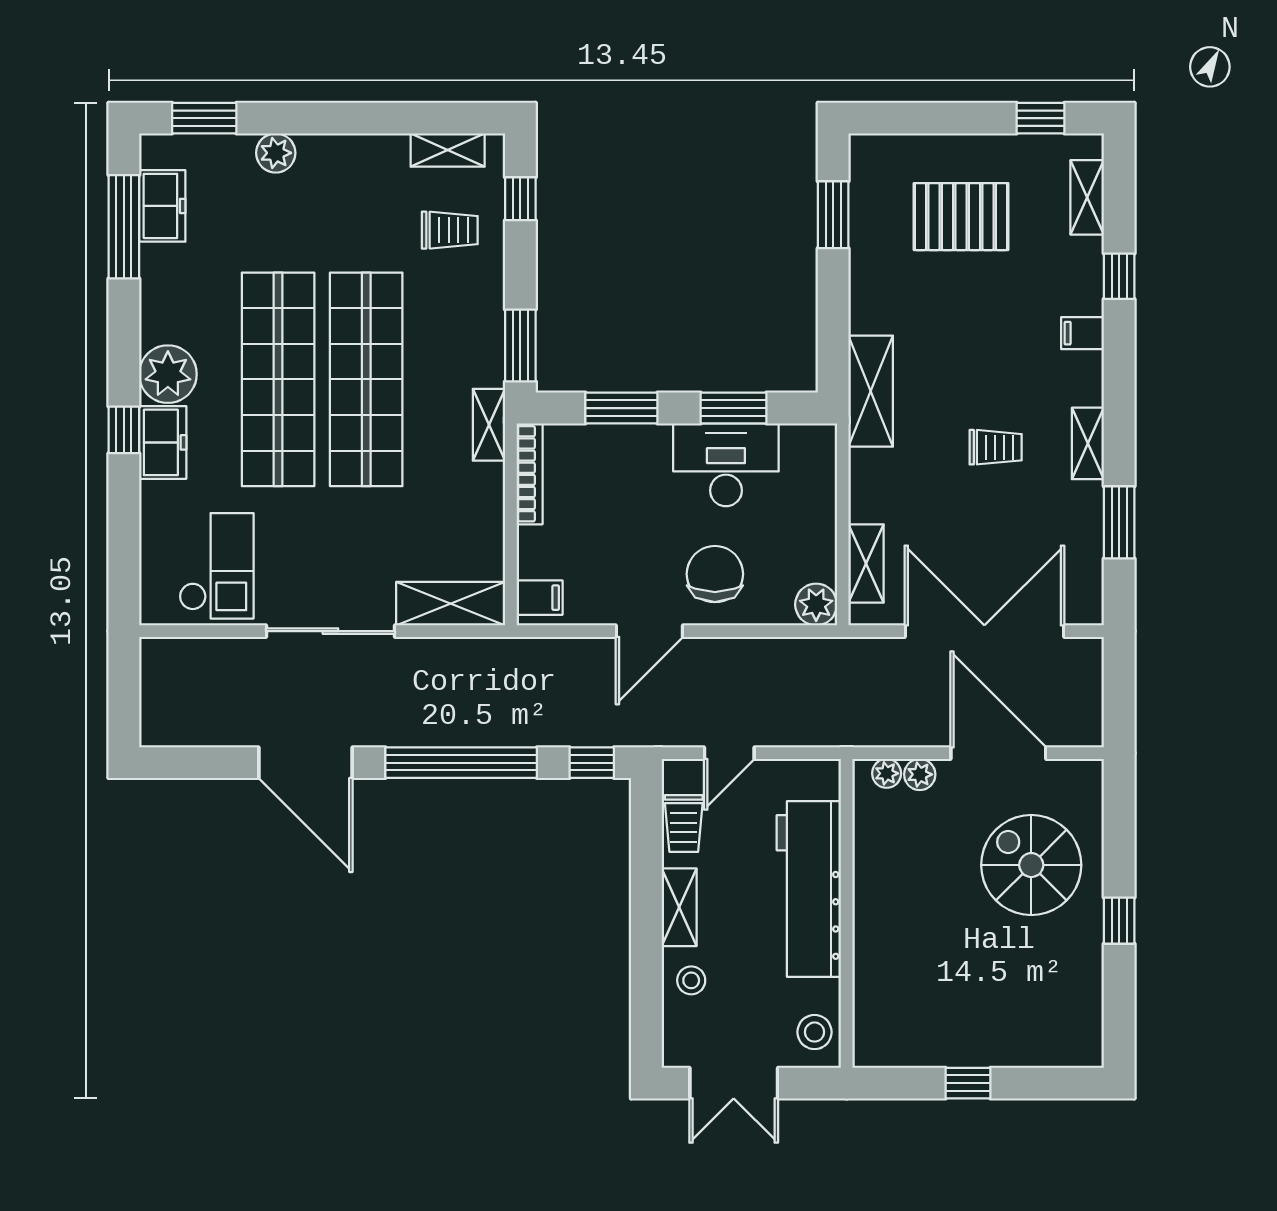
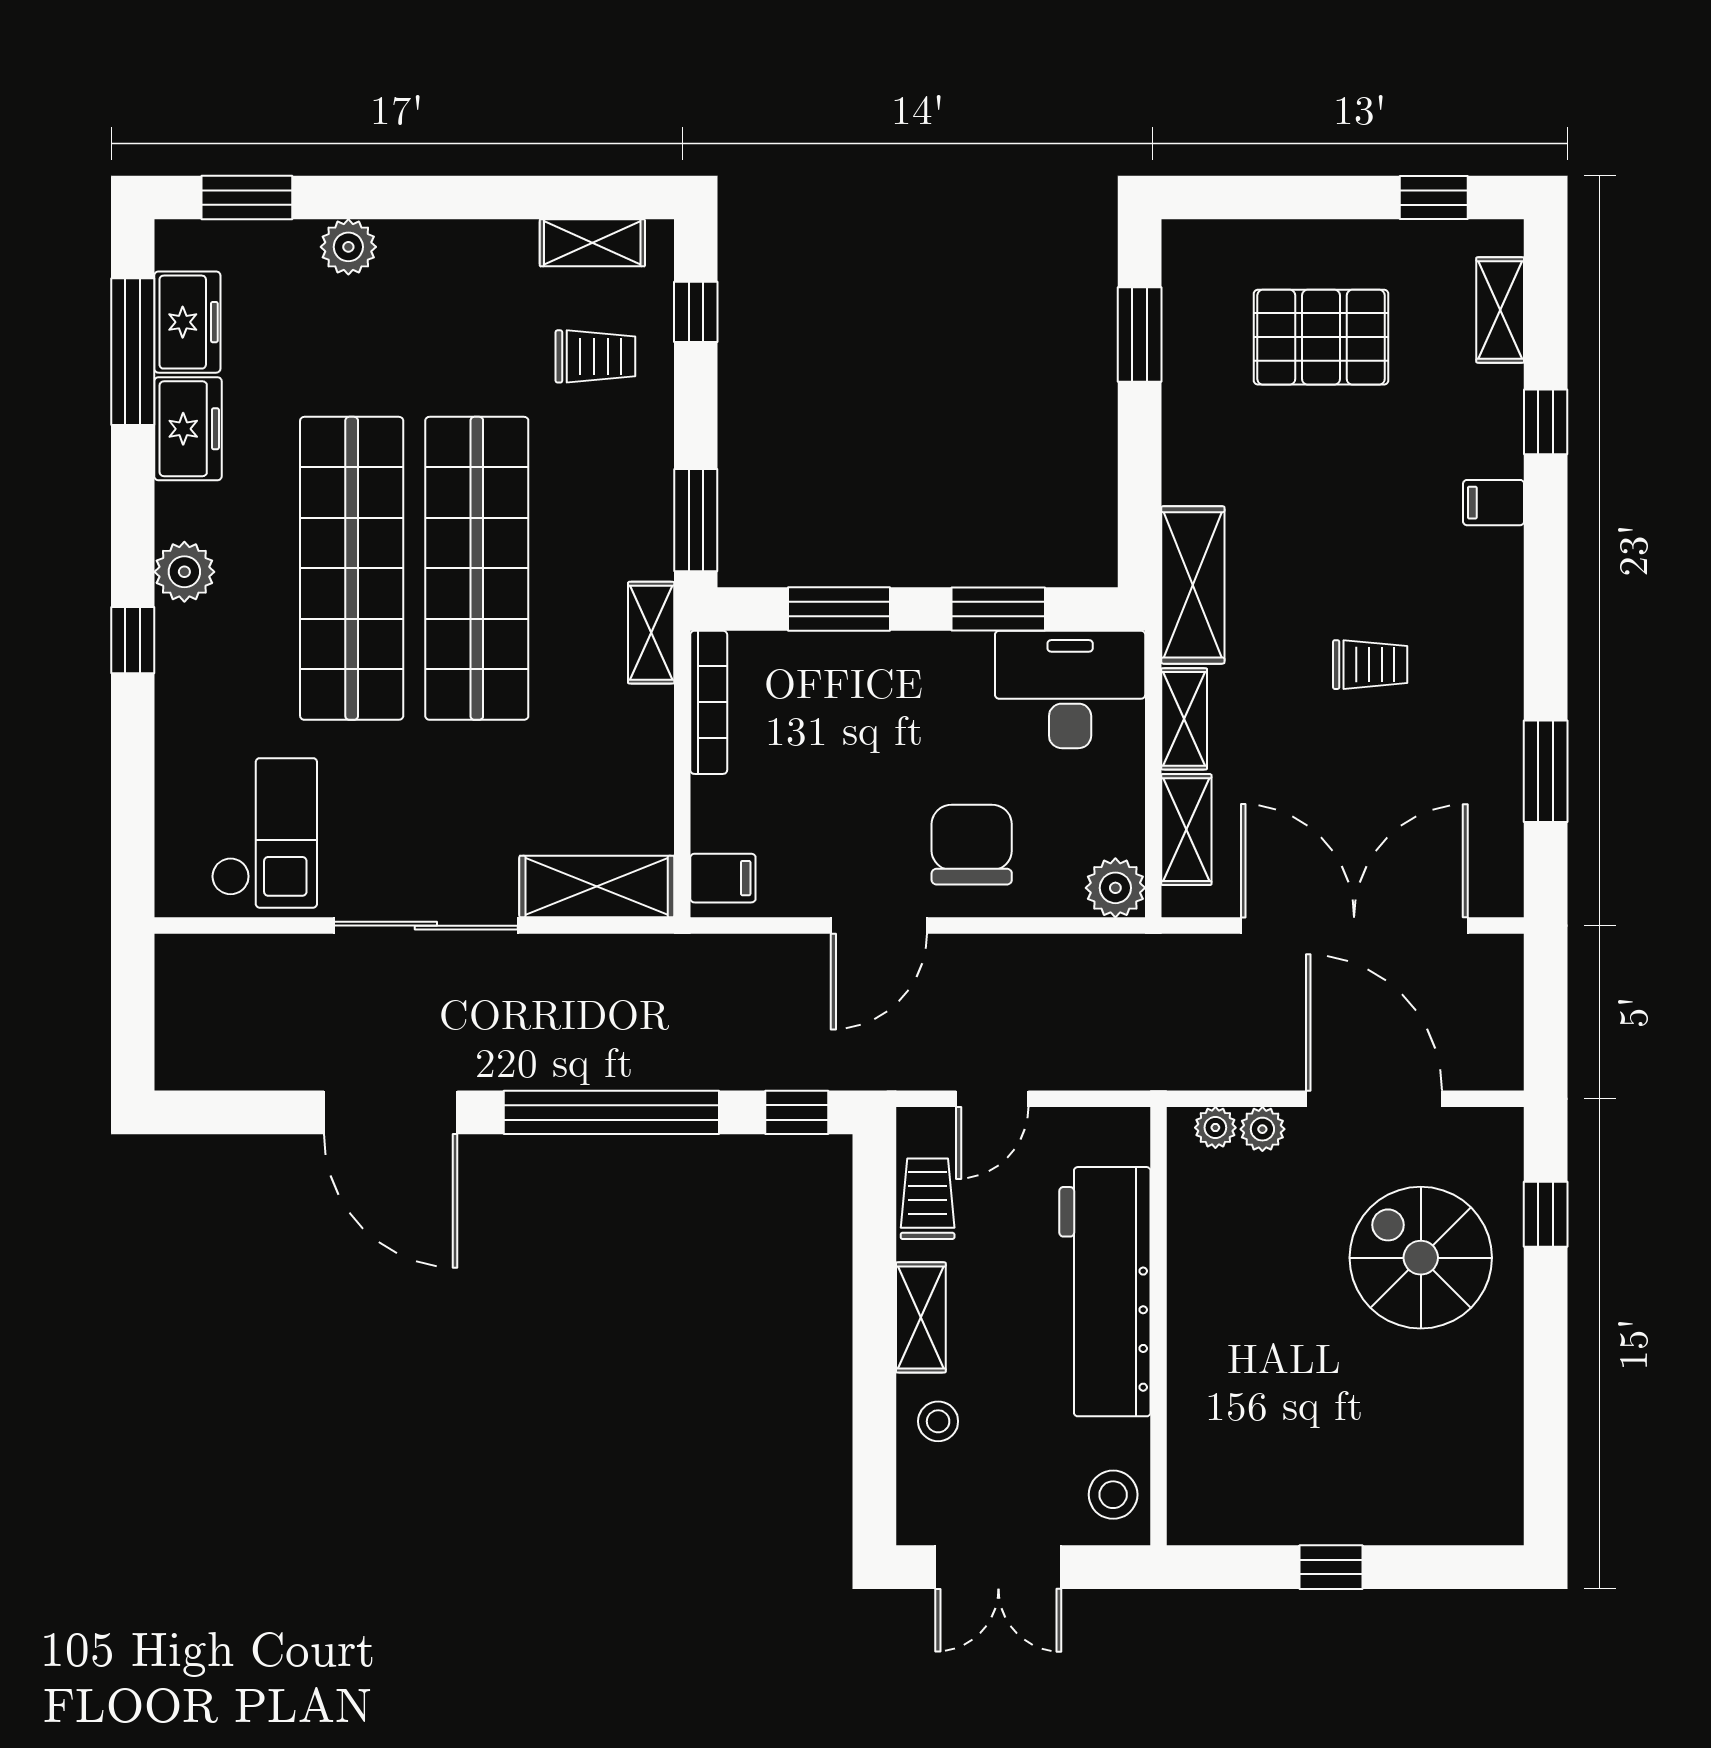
plant: (168, 374) -> (184, 572), width x0.73, depth x0.73
freezer: (163, 442) -> (188, 429), moved
shelving: (1088, 443) -> (1184, 719), moved
desk: (726, 465) -> (1070, 689), moved
trolley: (684, 824) -> (928, 1199), turned 180
window: (1119, 921) -> (1546, 1214), moved

